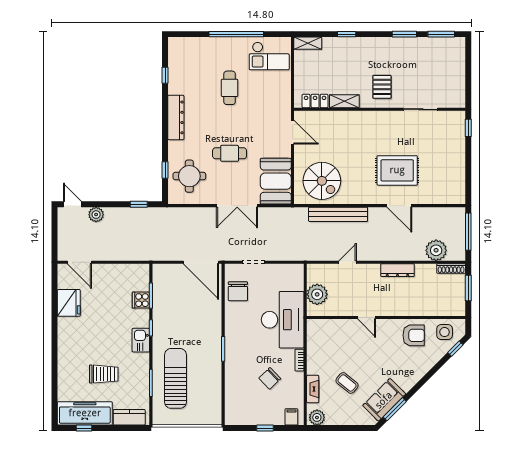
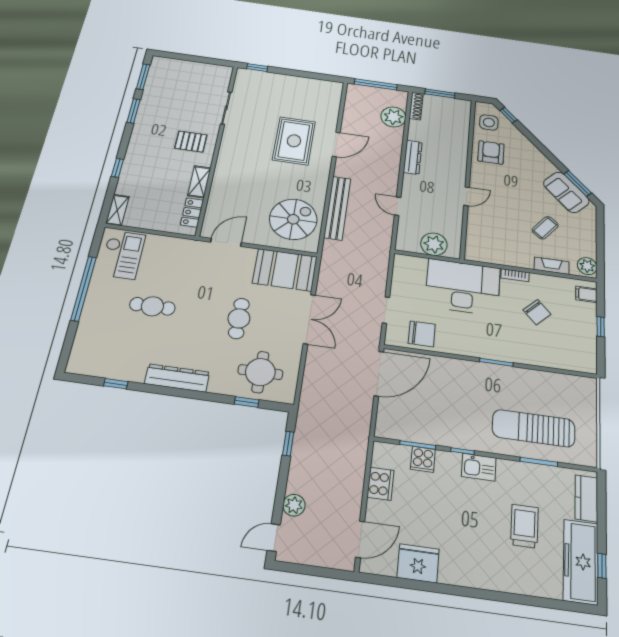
cooker: (119, 272) -> (380, 484), added

